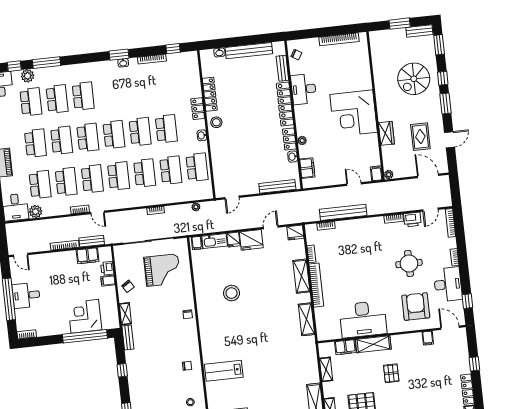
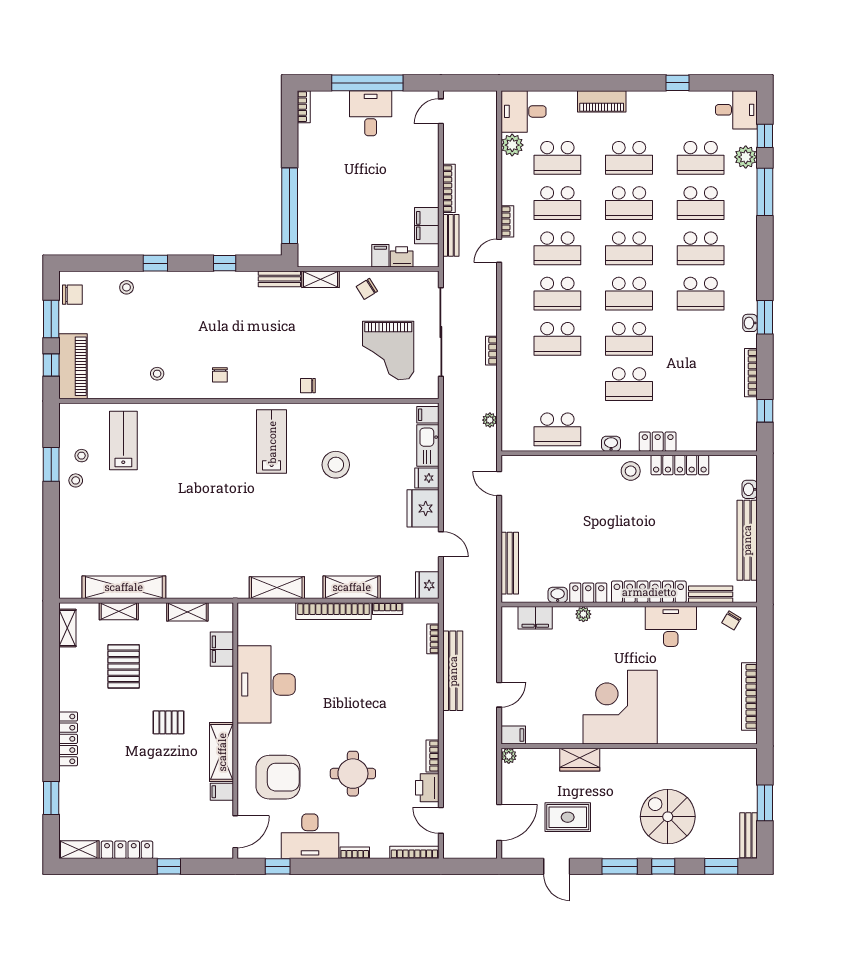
school desk: (171, 170) -> (701, 294), moved
corner desk: (85, 316) -> (324, 209), removed
shelving: (373, 344) -> (222, 752), moved
lab bench: (224, 371) -> (272, 442), moved

